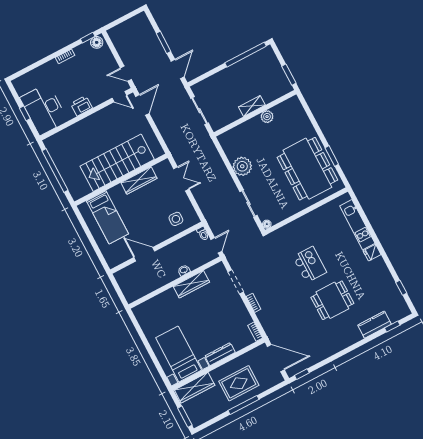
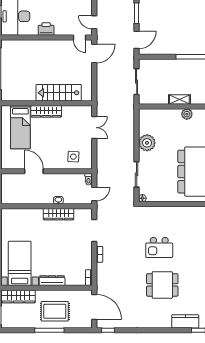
stairs: (117, 163) -> (59, 93), width x0.73, depth x0.66
wardrobe: (139, 181) -> (46, 111), moved
kitchen island: (310, 264) -> (159, 247), turned 90

